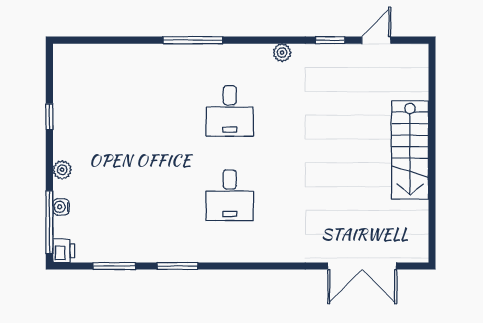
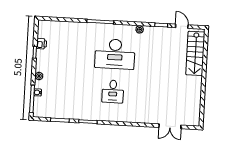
door: (376, 40) -> (182, 26), hinge flipped
desk: (230, 111) -> (115, 54), width x1.87, depth x1.30
stairs: (410, 150) -> (195, 53), moved
printer: (64, 251) -> (41, 44), moved
double door: (362, 266) -> (170, 126), width x0.73

